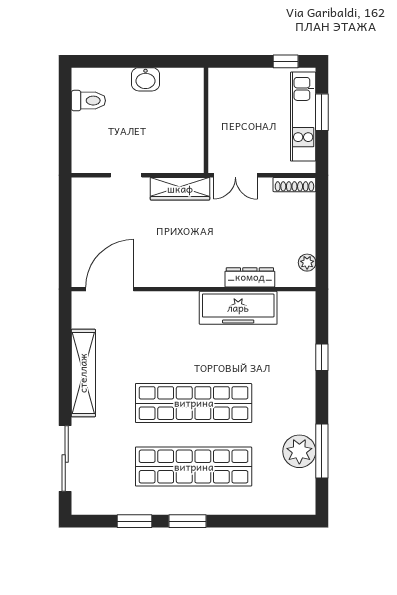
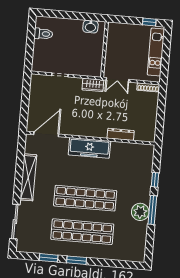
washbasin: (145, 79) -> (90, 27), moved
window: (322, 112) -> (166, 51), removed
wardrobe: (180, 189) -> (93, 85), width x0.67
plant: (307, 263) -> (151, 129), removed
freezer: (238, 308) -> (89, 148), moved
plant: (299, 451) -> (140, 212), moved
window: (322, 451) -> (152, 210), moved

